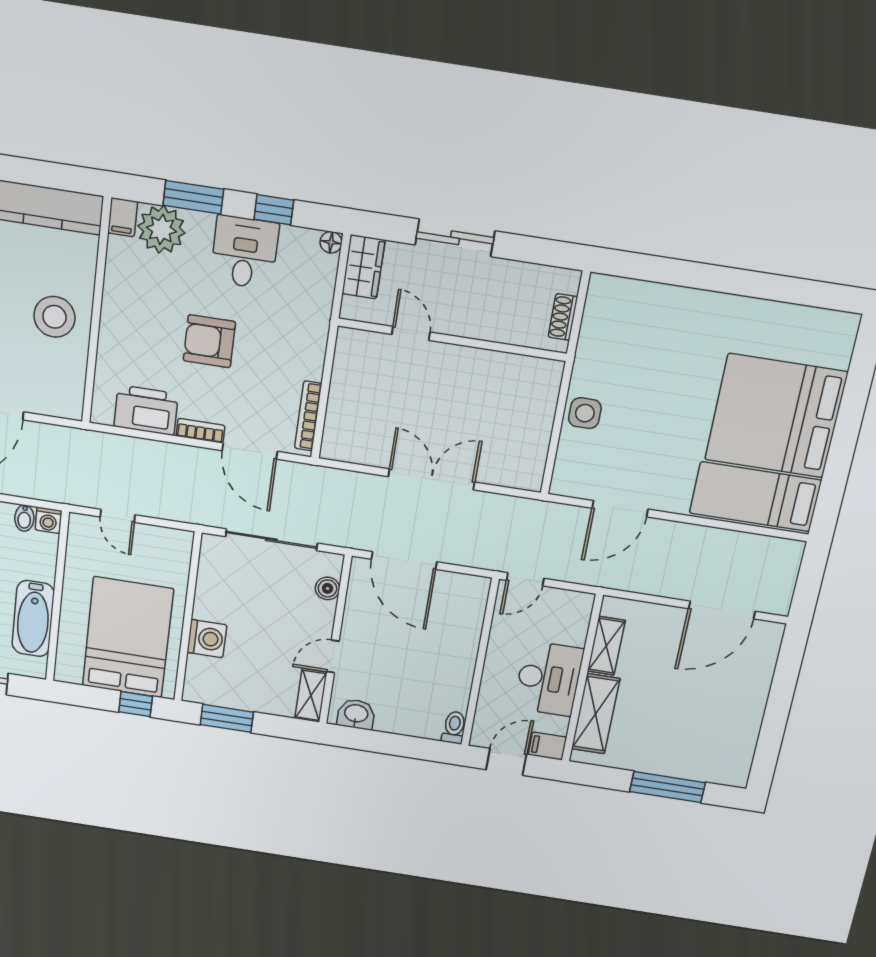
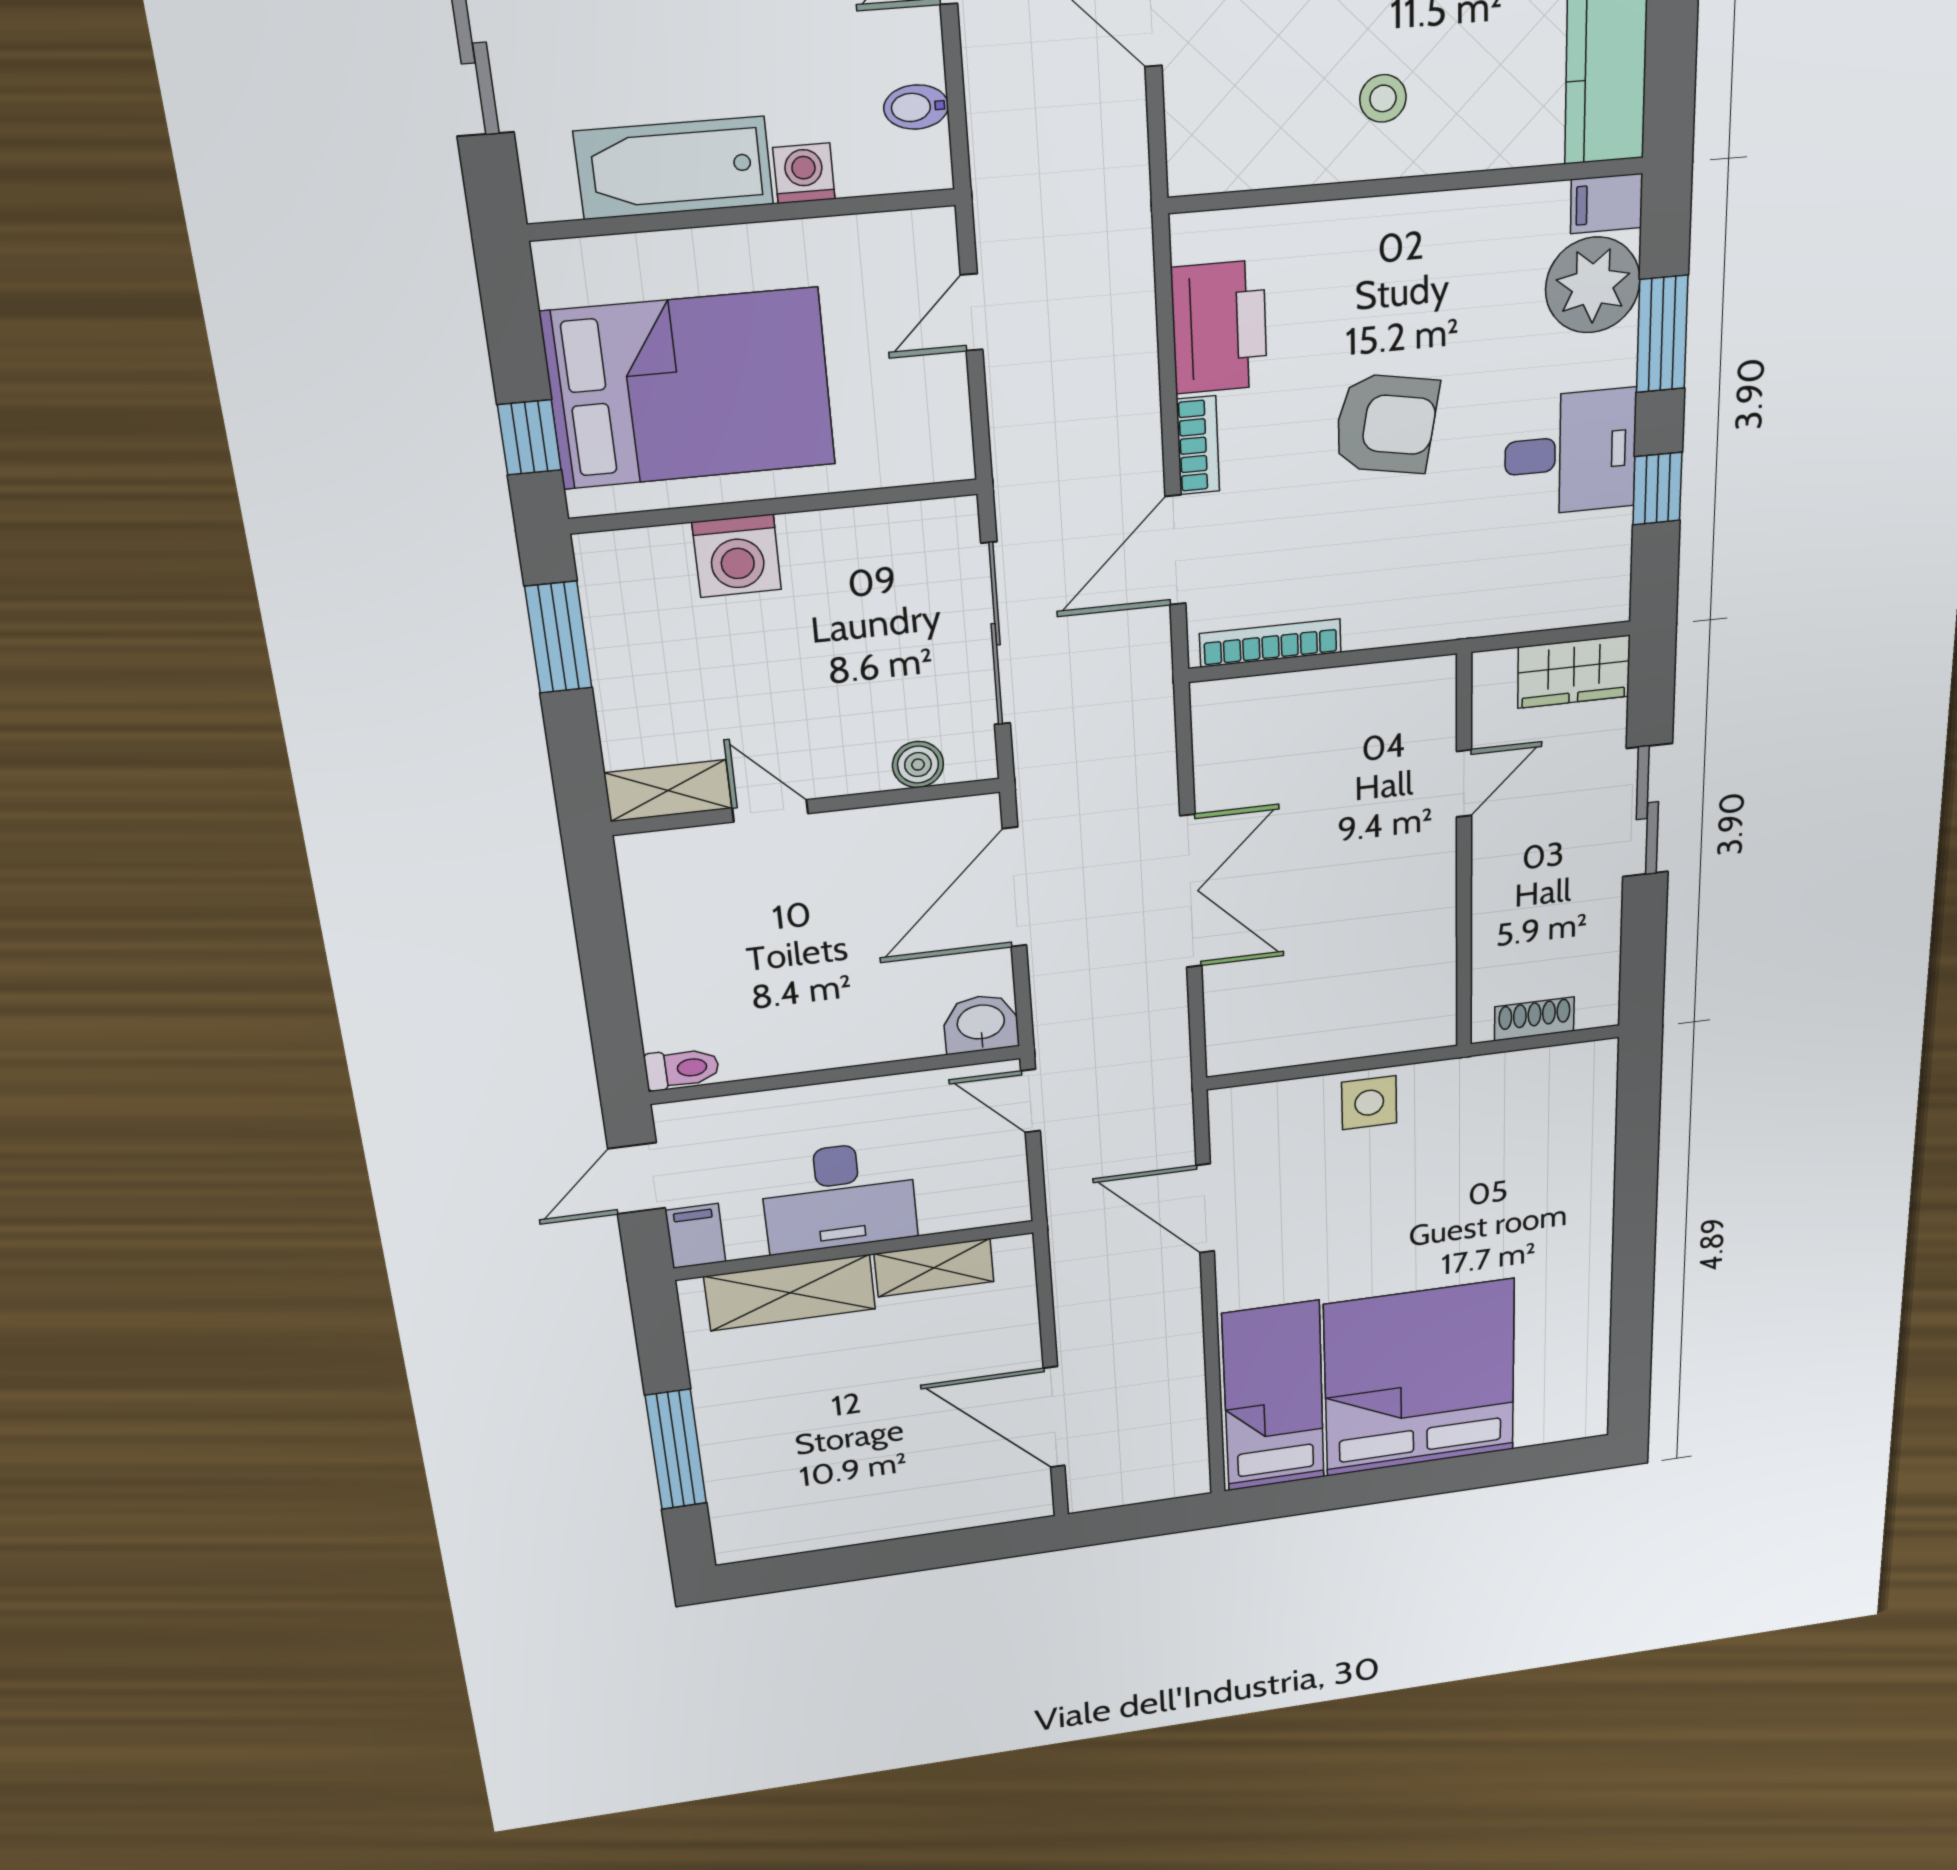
floor lamp: (331, 242) -> (1611, 604), removed
stool: (54, 317) -> (1383, 98), width x0.53, depth x0.53
armchair: (209, 341) -> (1386, 424), turned 100
washing machine: (48, 520) -> (804, 173), moved, turned 90
washbasin: (356, 714) -> (981, 1024), moved, turned -90
door: (506, 762) -> (637, 1178), swing flipped

